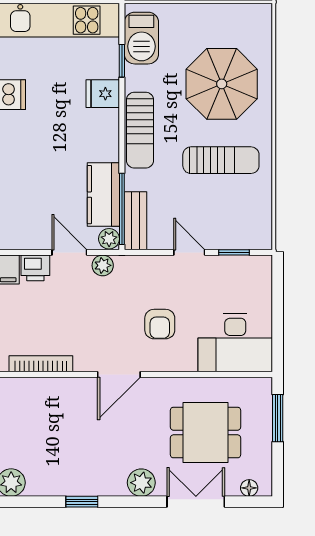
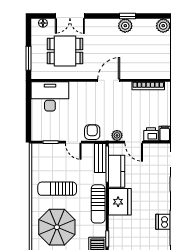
fridge: (103, 94) -> (120, 202), moved, width x1.88, depth x1.34
sun lounger: (140, 130) -> (98, 204), turned 180
plant: (109, 239) -> (114, 149), removed
armchair: (160, 324) -> (92, 132), moved
plant: (141, 483) -> (125, 26), moved

